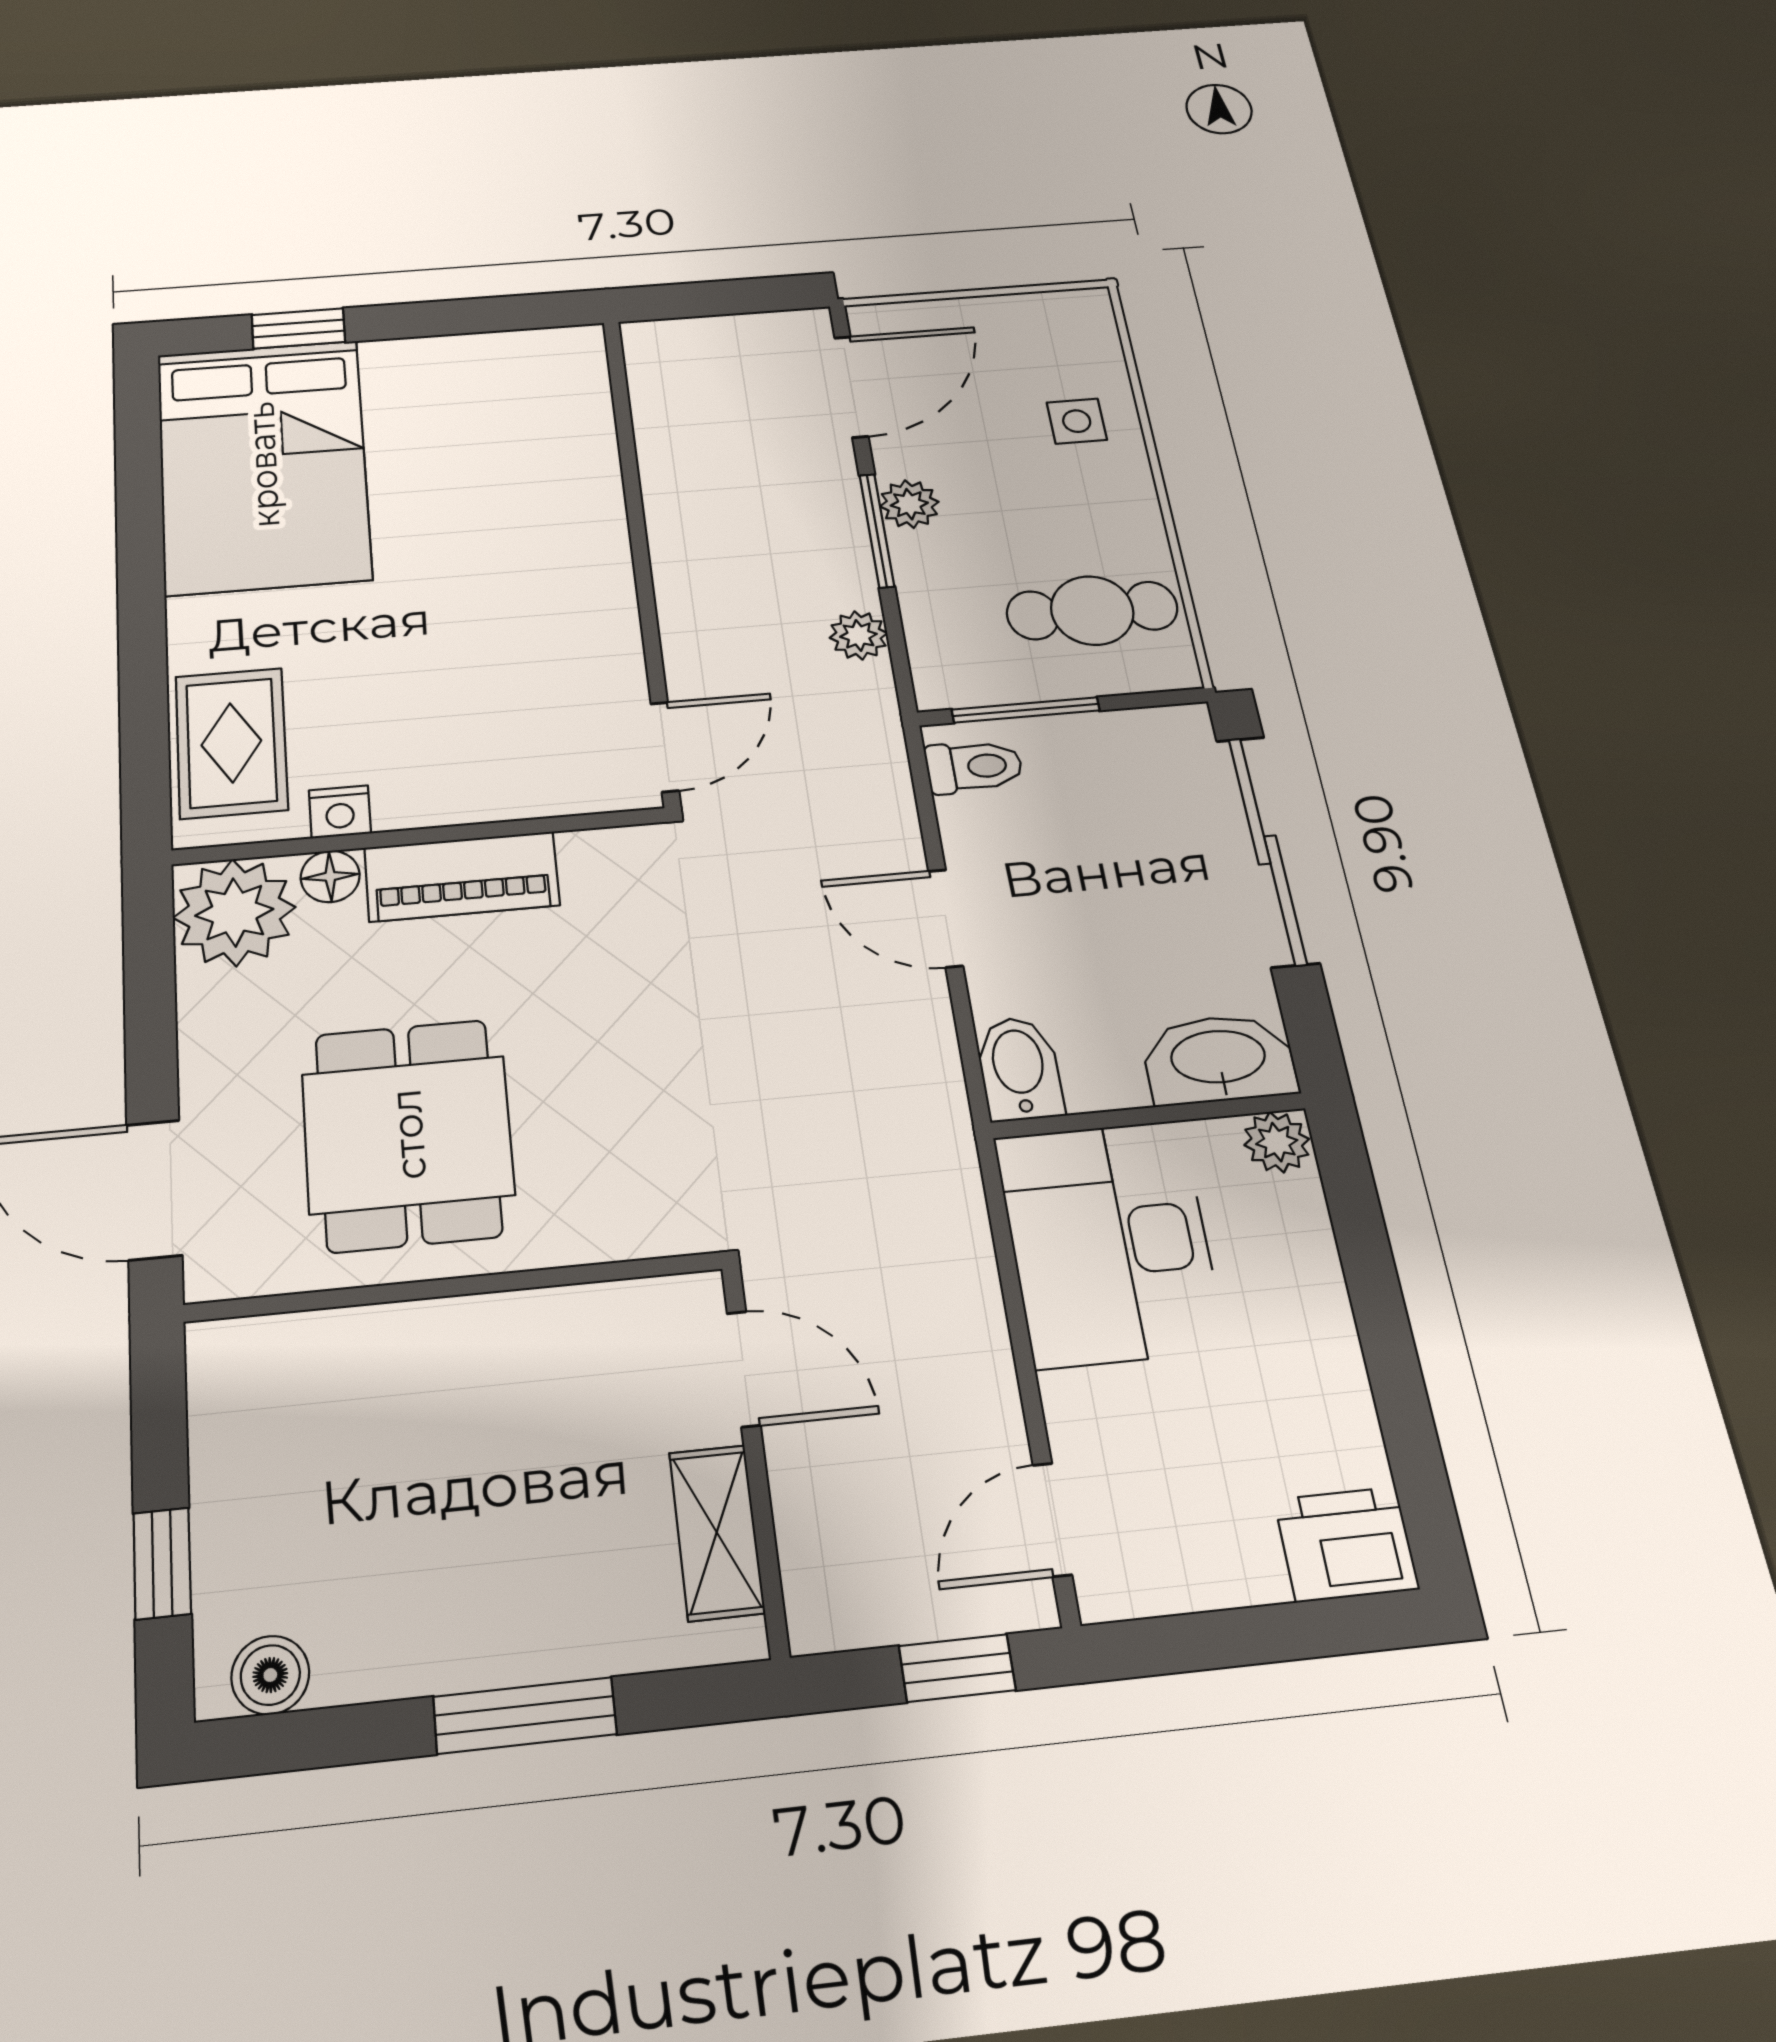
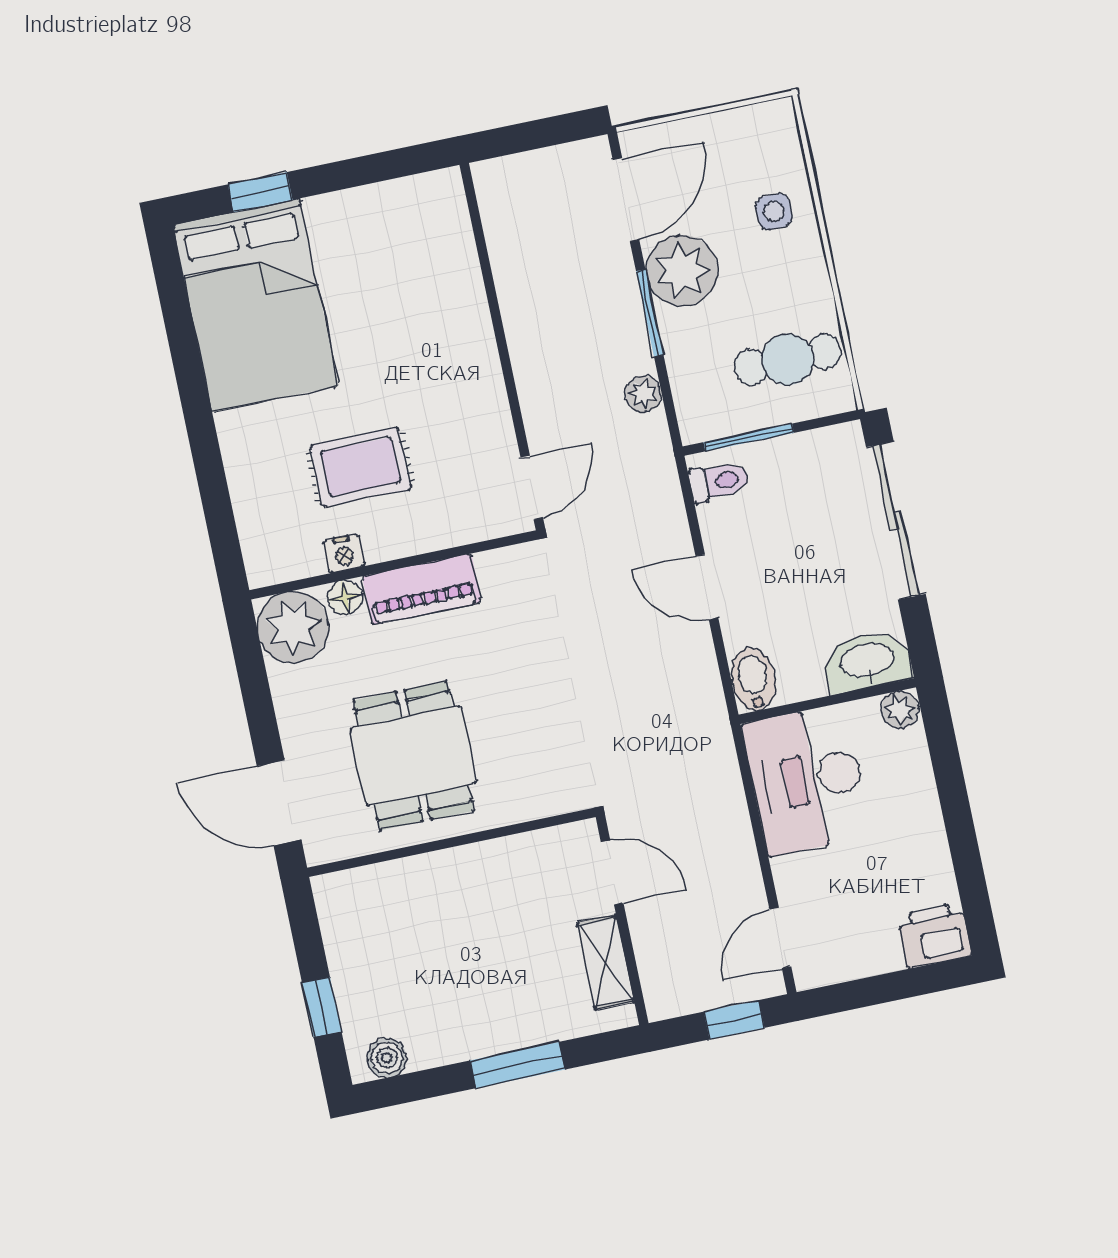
plant: (909, 504) -> (682, 271), width x1.87, depth x1.87
rug: (231, 743) -> (360, 467), moved, turned 90

